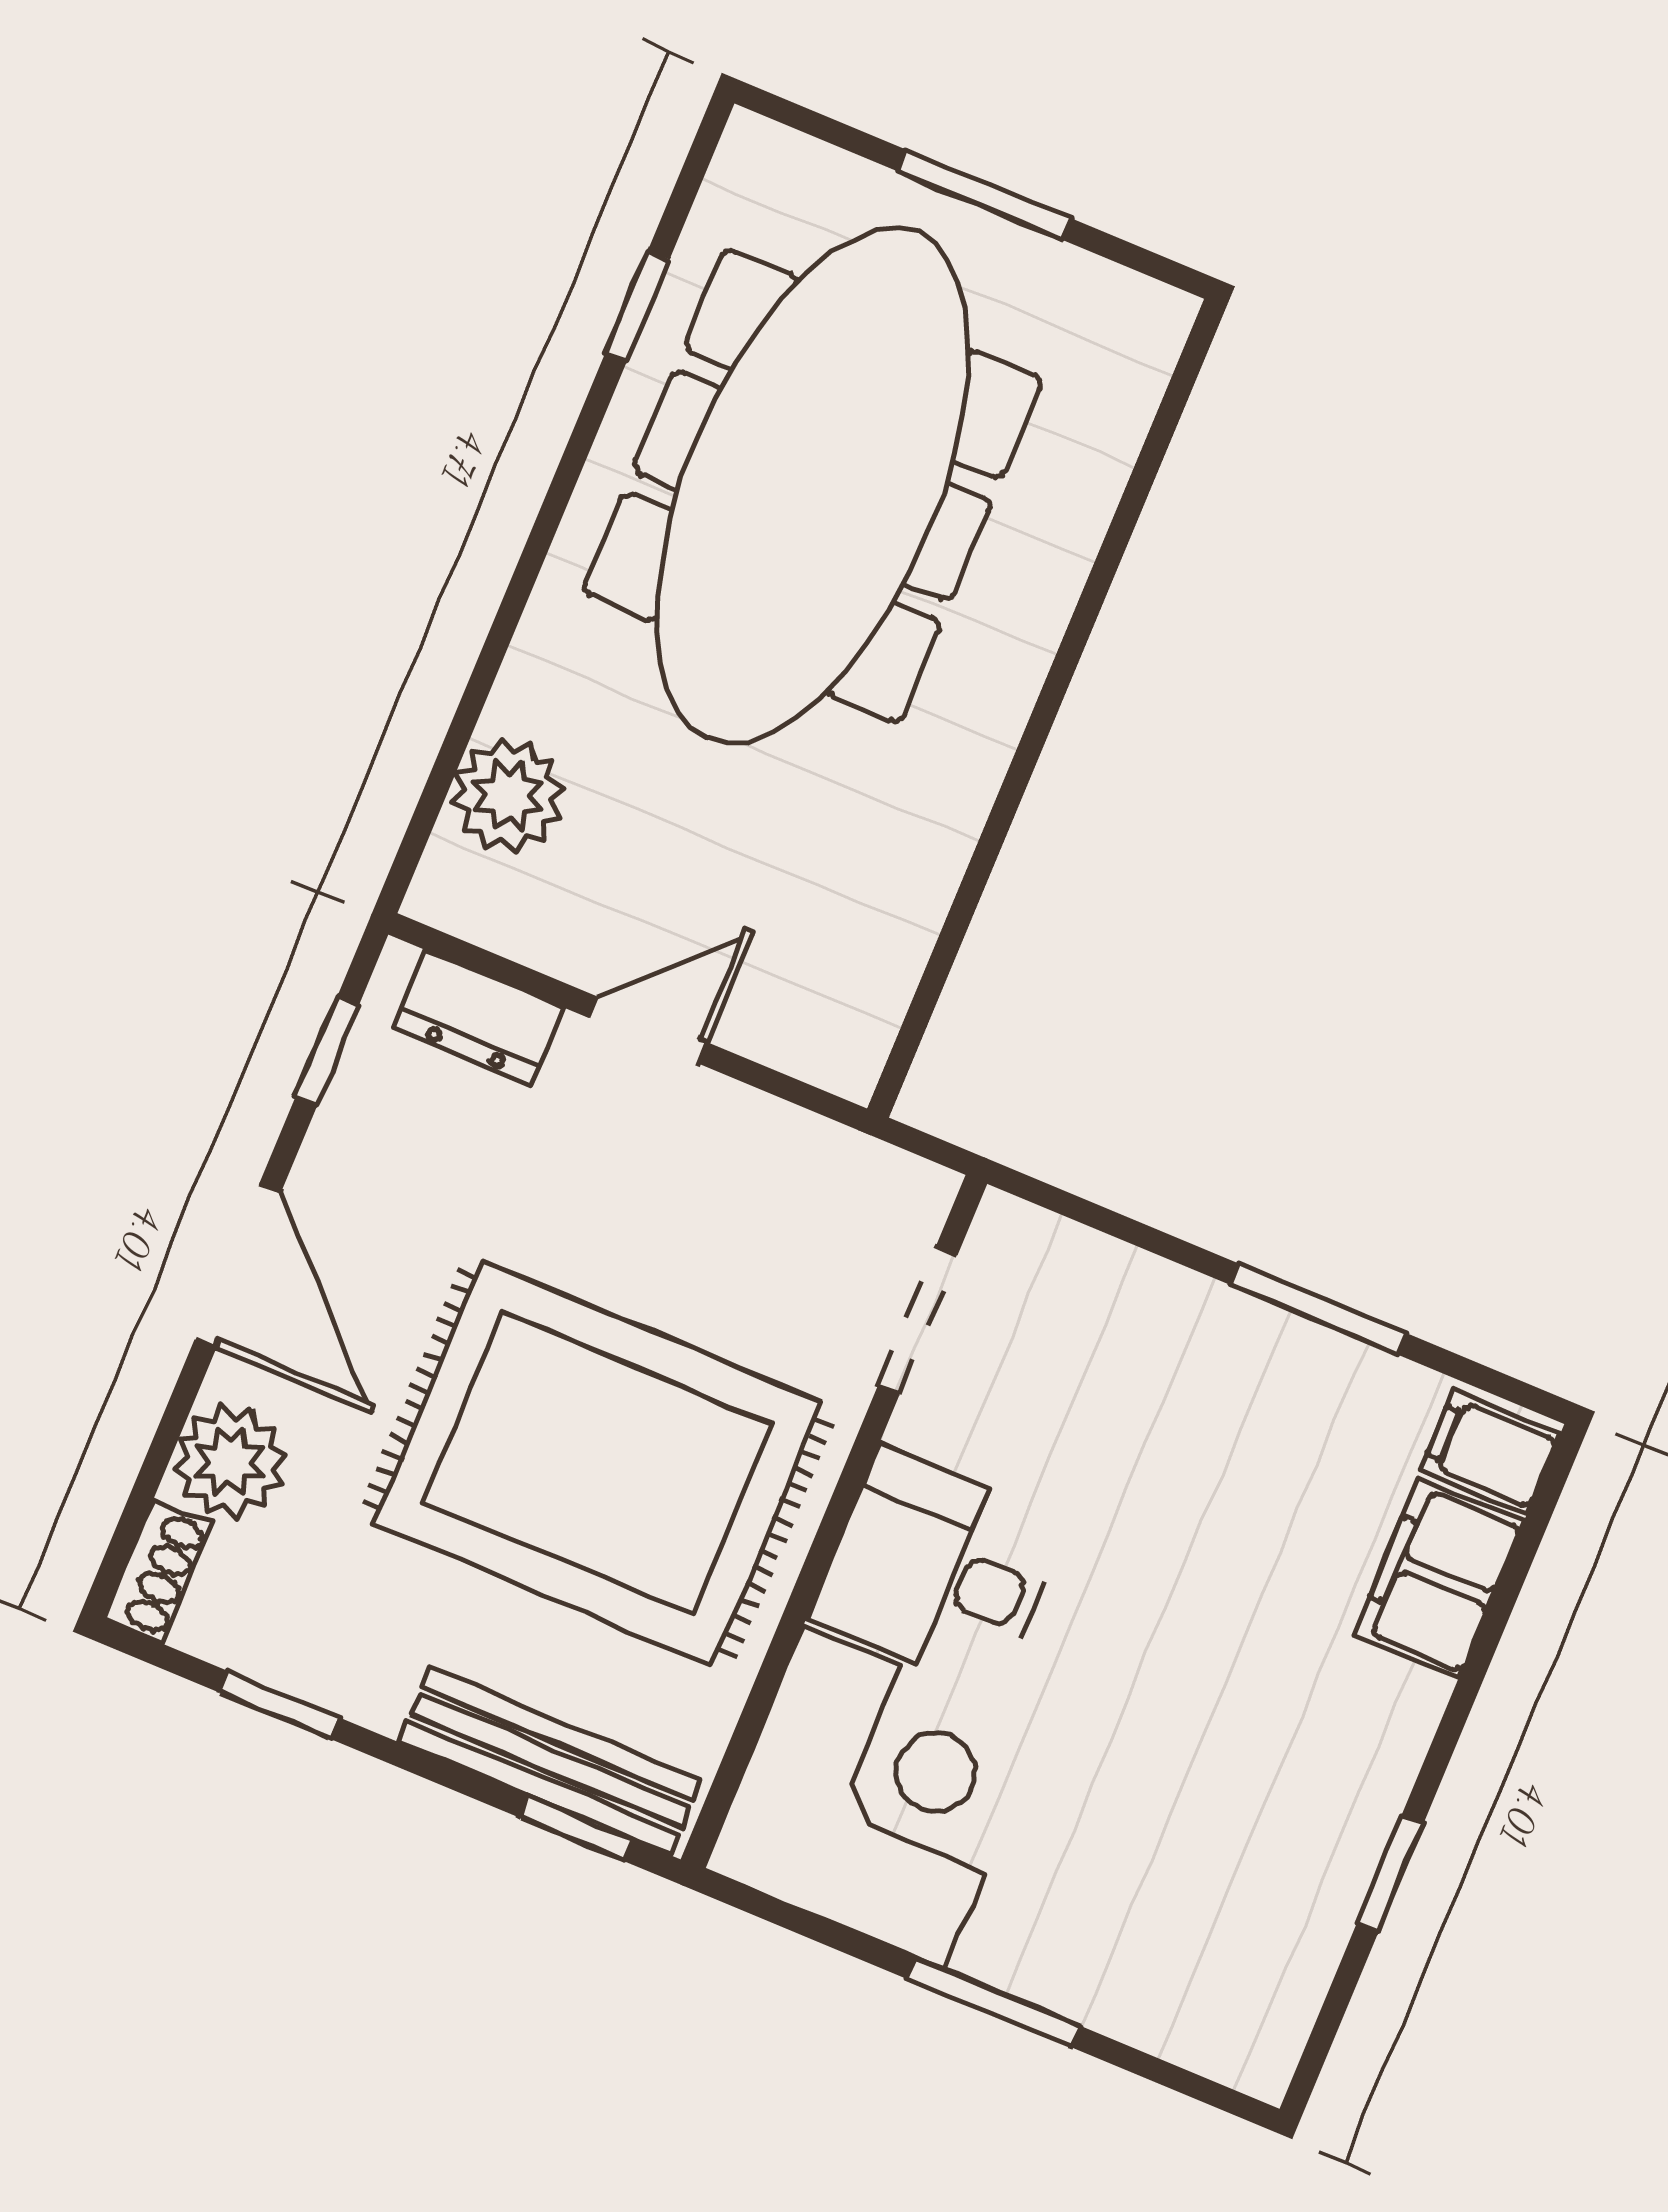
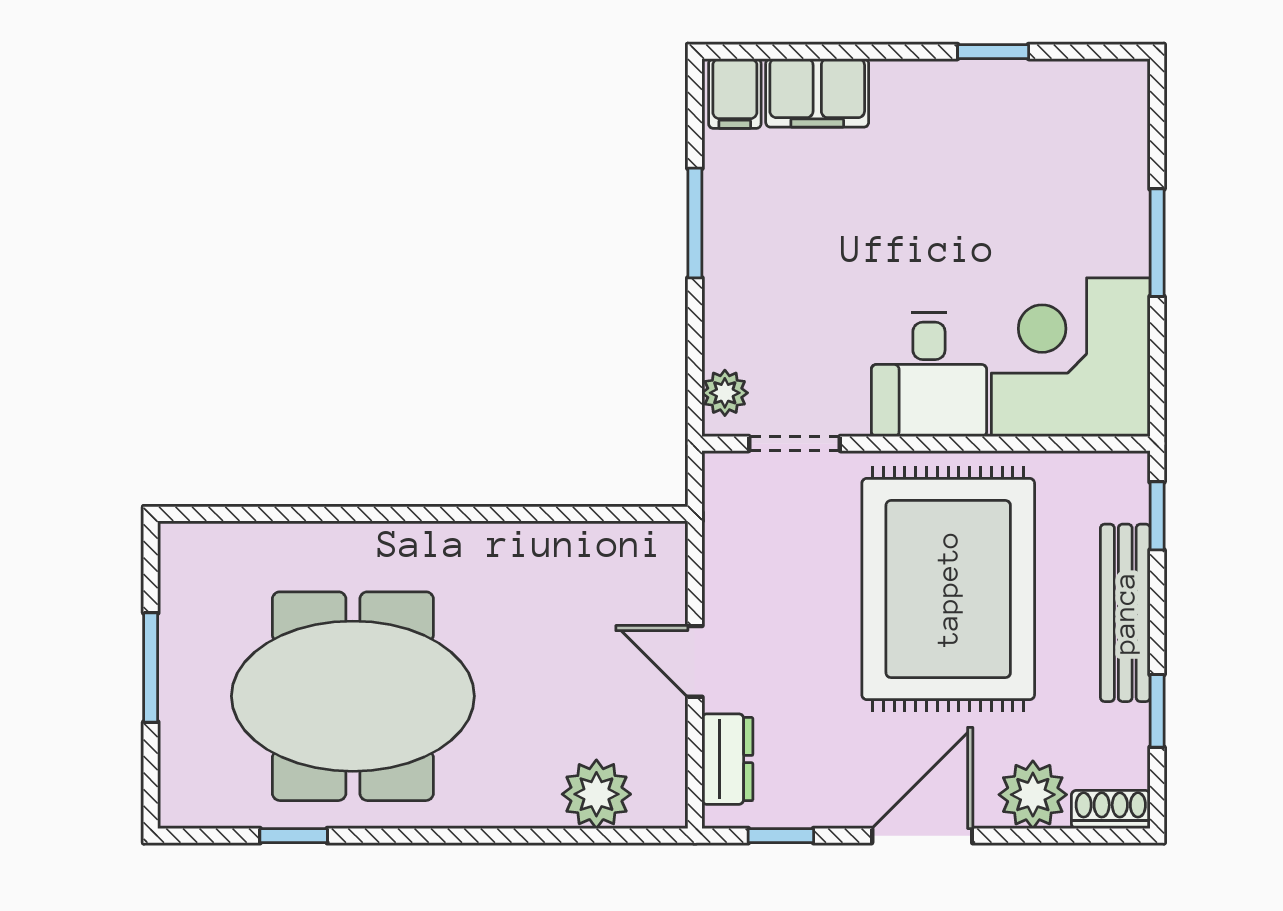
meeting table: (812, 486) -> (353, 696), width x0.73
plant: (1039, 1247) -> (725, 393), added
bench: (550, 1761) -> (1125, 613), moved

